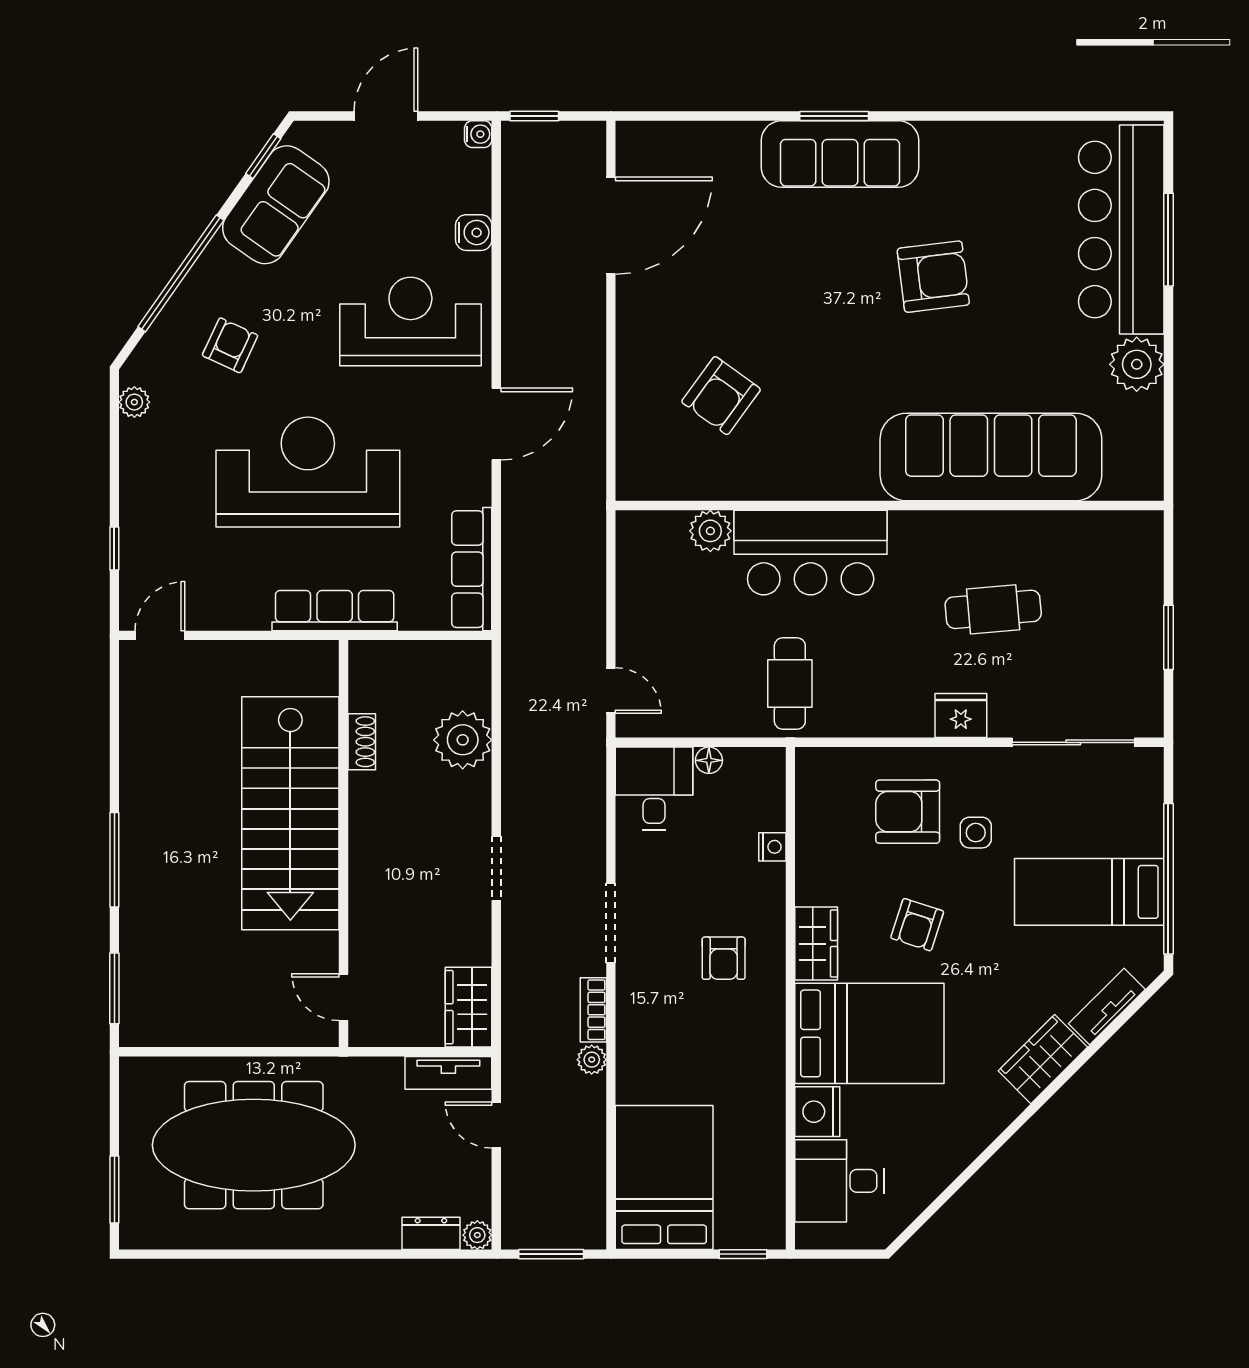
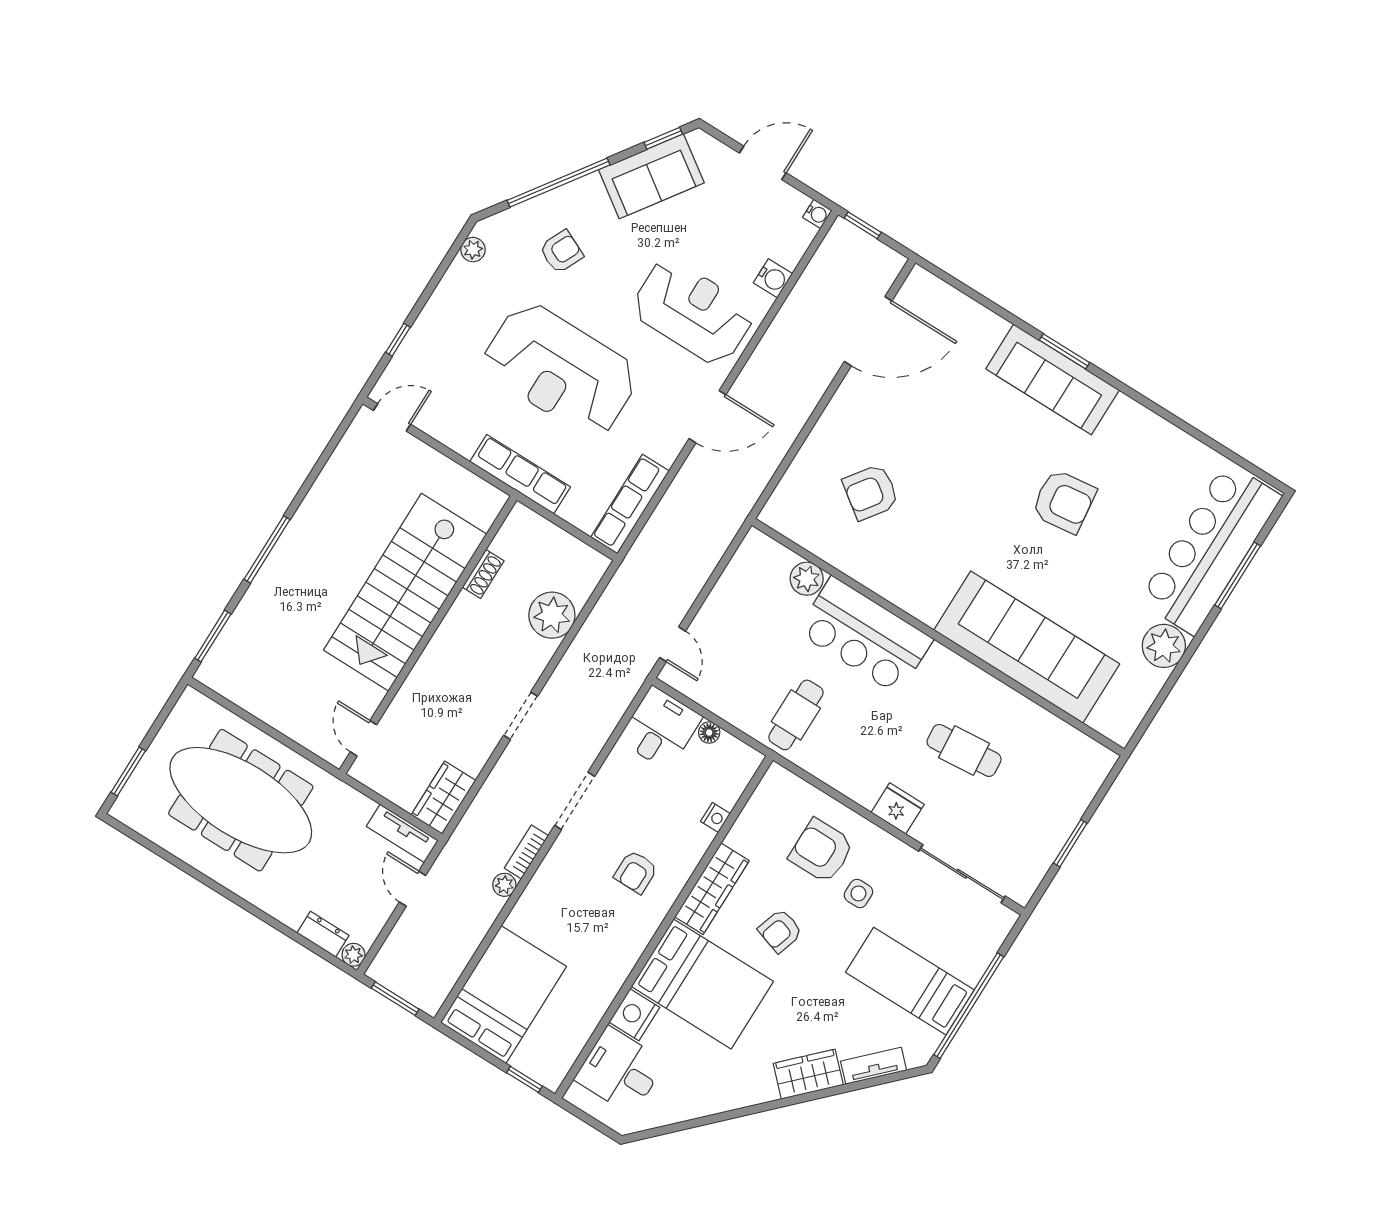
reception desk: (308, 472) -> (560, 370), turned 180
wardrobe: (816, 944) -> (712, 889), width x1.50

